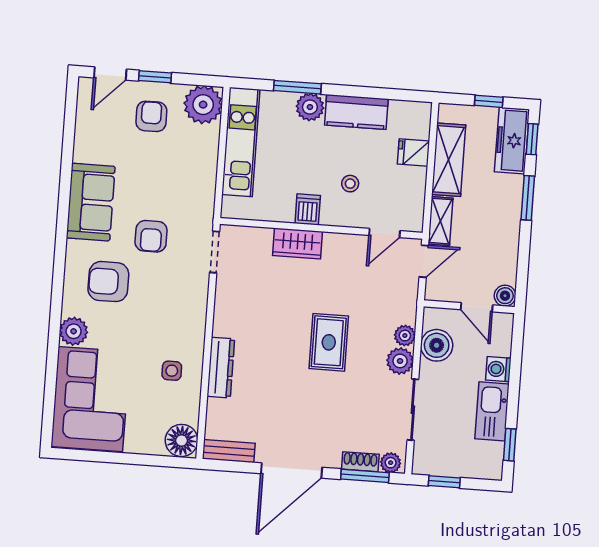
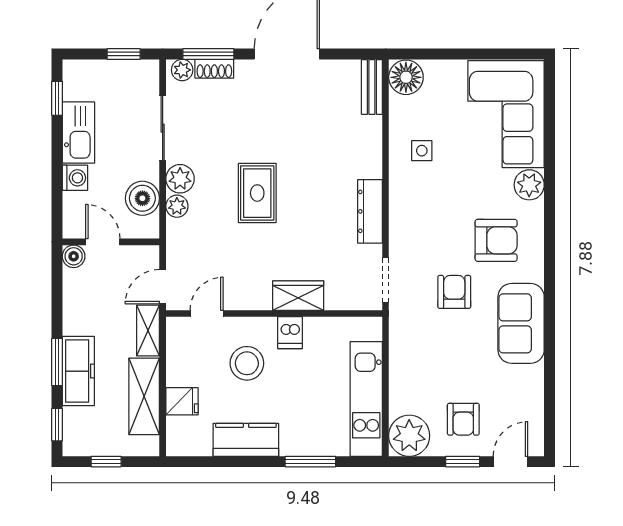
plant: (310, 107) -> (296, 441), removed
freezer: (512, 141) -> (78, 371), moved
stool: (350, 184) -> (247, 363), width x1.89, depth x1.89
dresser: (221, 368) -> (370, 211), moved
bench: (229, 451) -> (372, 87), moved, turned 90

